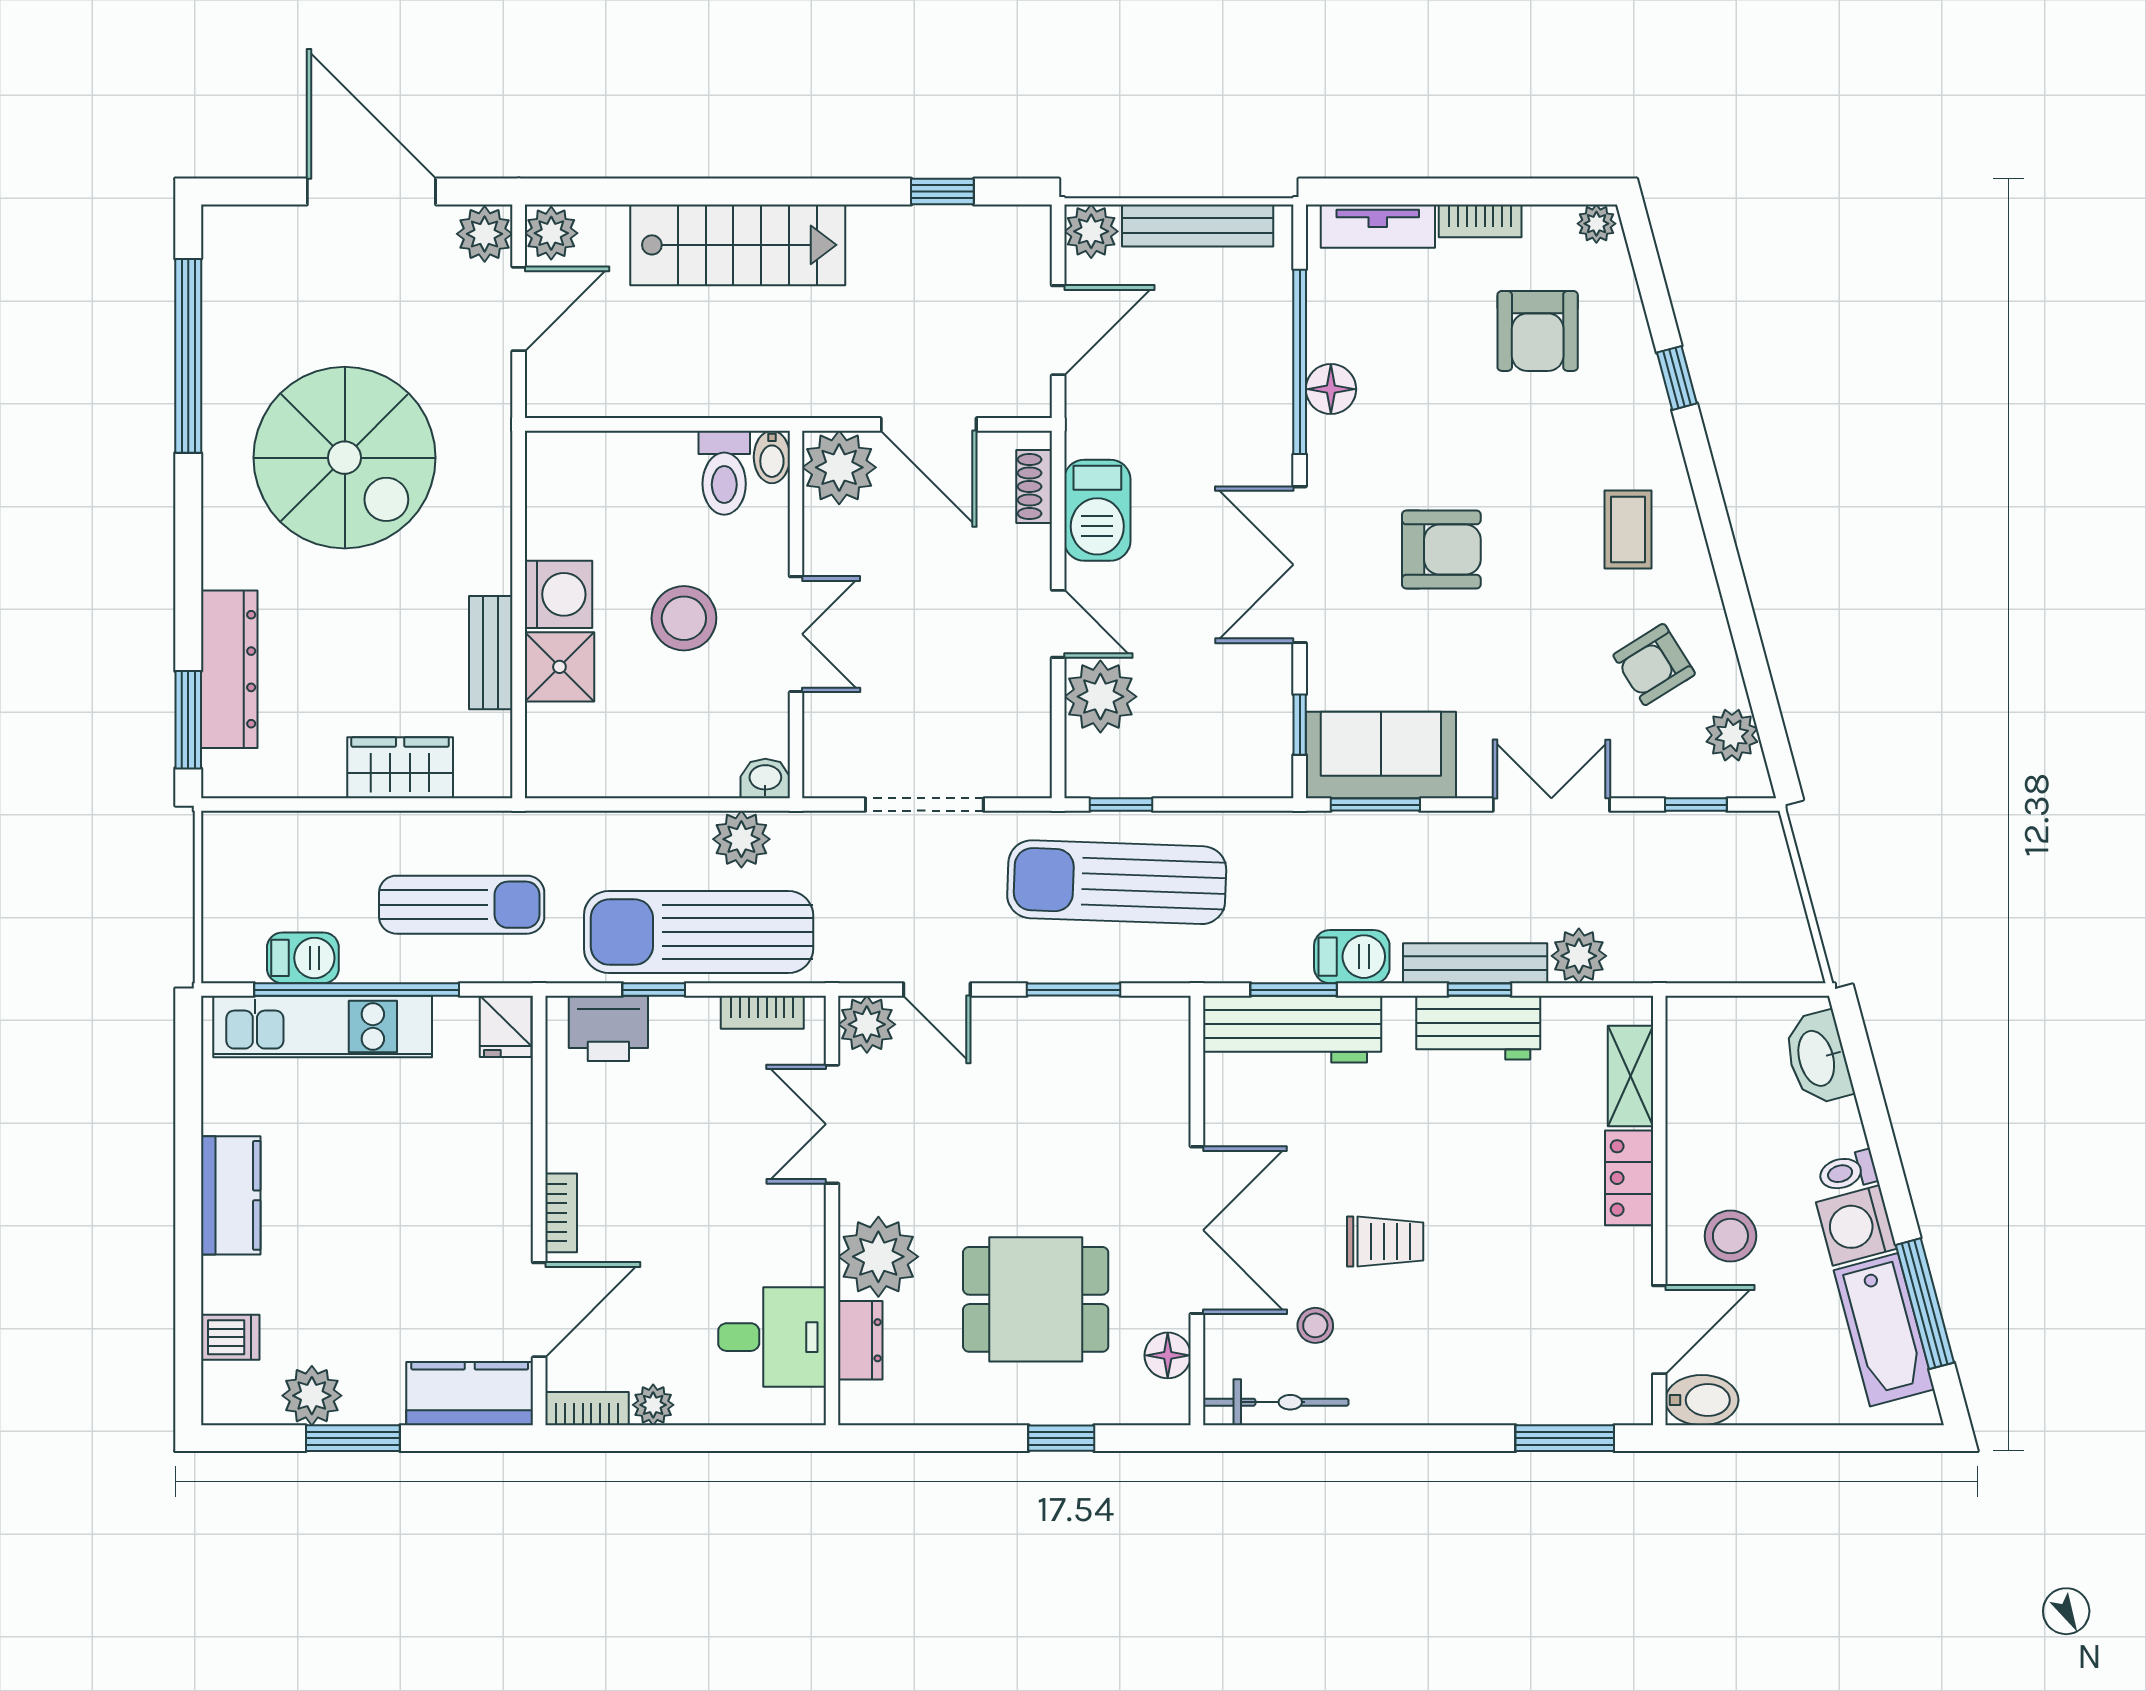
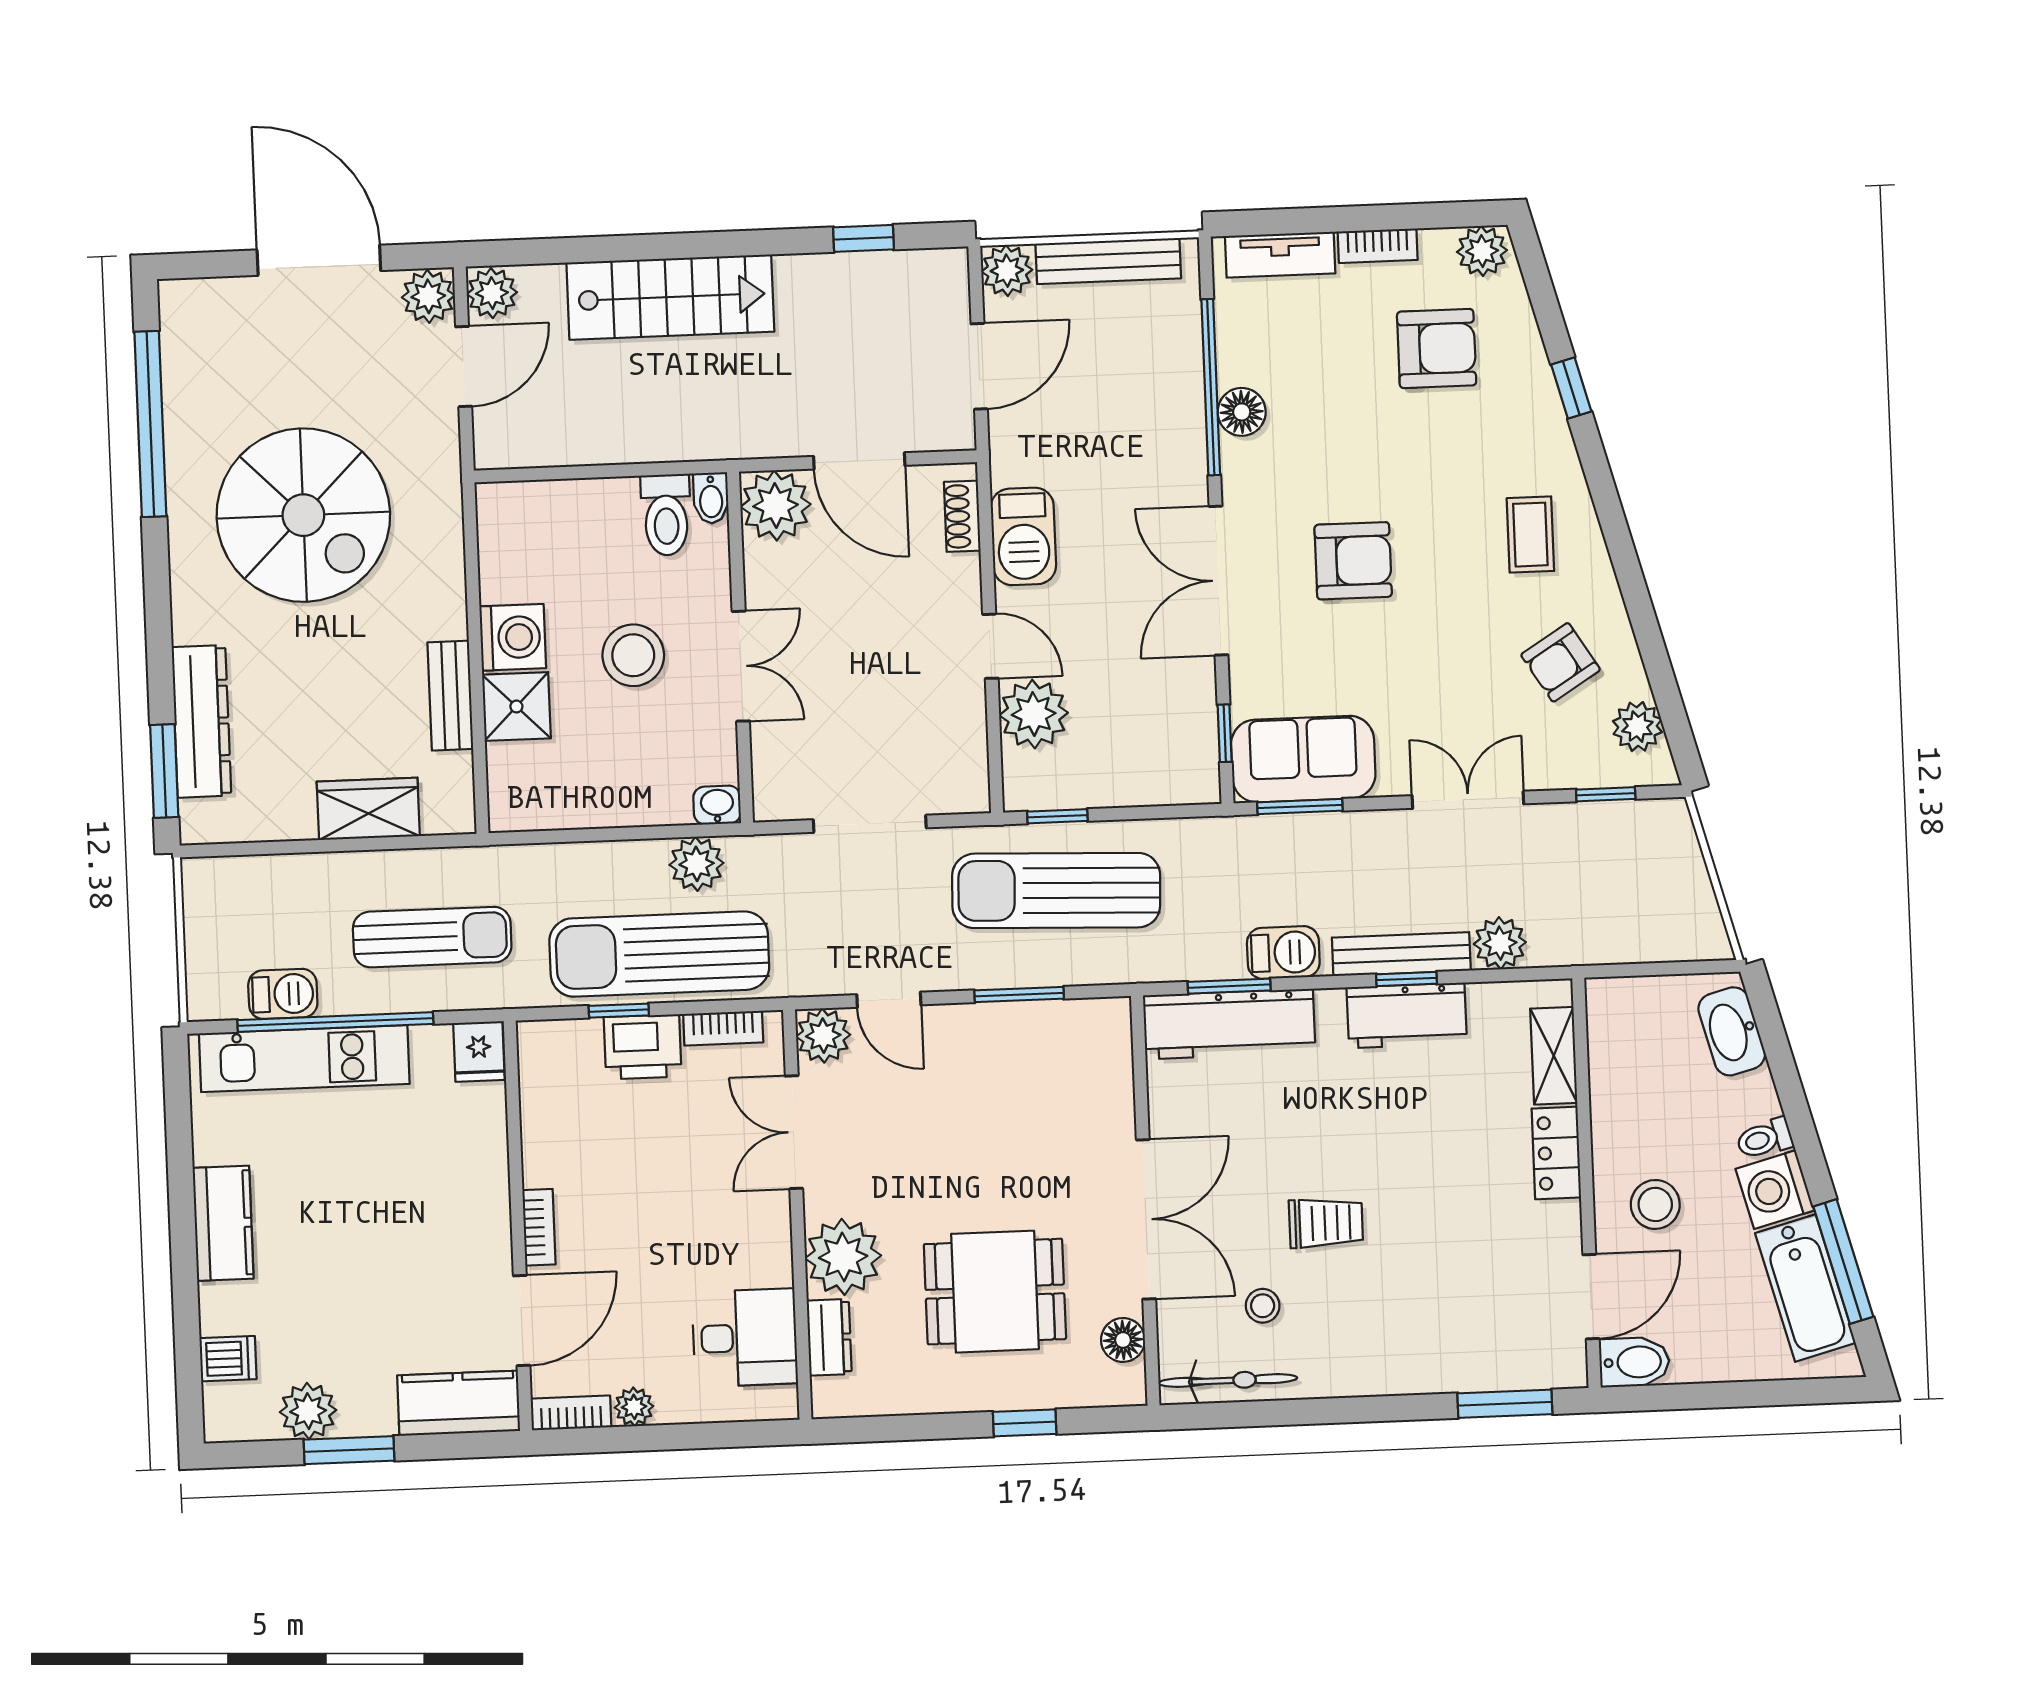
plant: (1596, 224) -> (1482, 251), width x1.38, depth x1.38
armchair: (1538, 331) -> (1437, 349), turned -90
printer: (608, 1028) -> (643, 1047), moved

